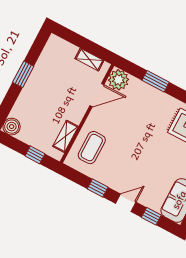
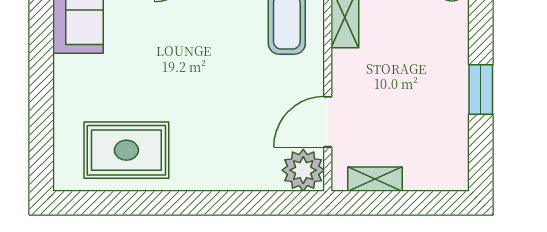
window: (156, 81) -> (234, 203), removed

